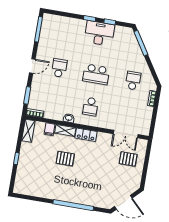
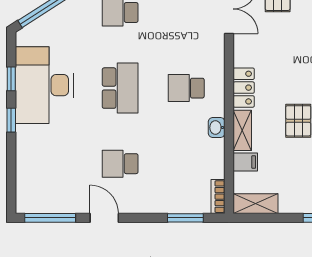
desk: (99, 33) -> (44, 85), width x1.36, depth x1.30
door: (32, 66) -> (104, 218), moved
school desk: (91, 107) -> (186, 88), turned 180

